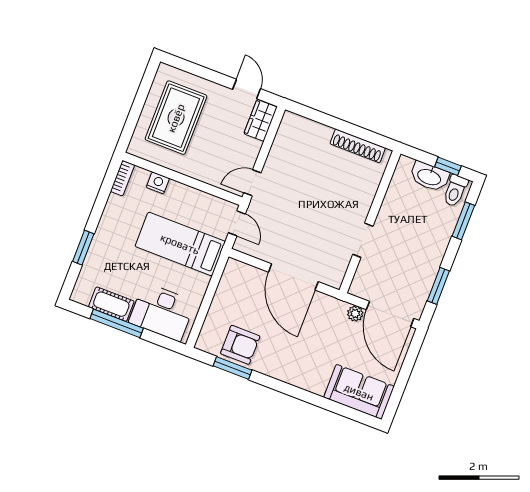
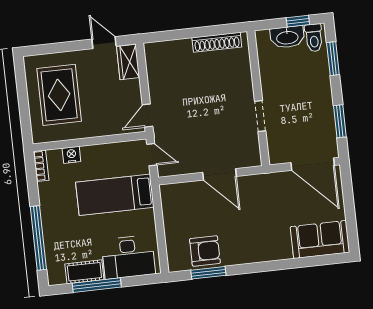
window: (83, 248) -> (38, 238), width x2.11
door: (293, 277) -> (219, 174), width x0.73
plant: (355, 314) -> (284, 178), removed

